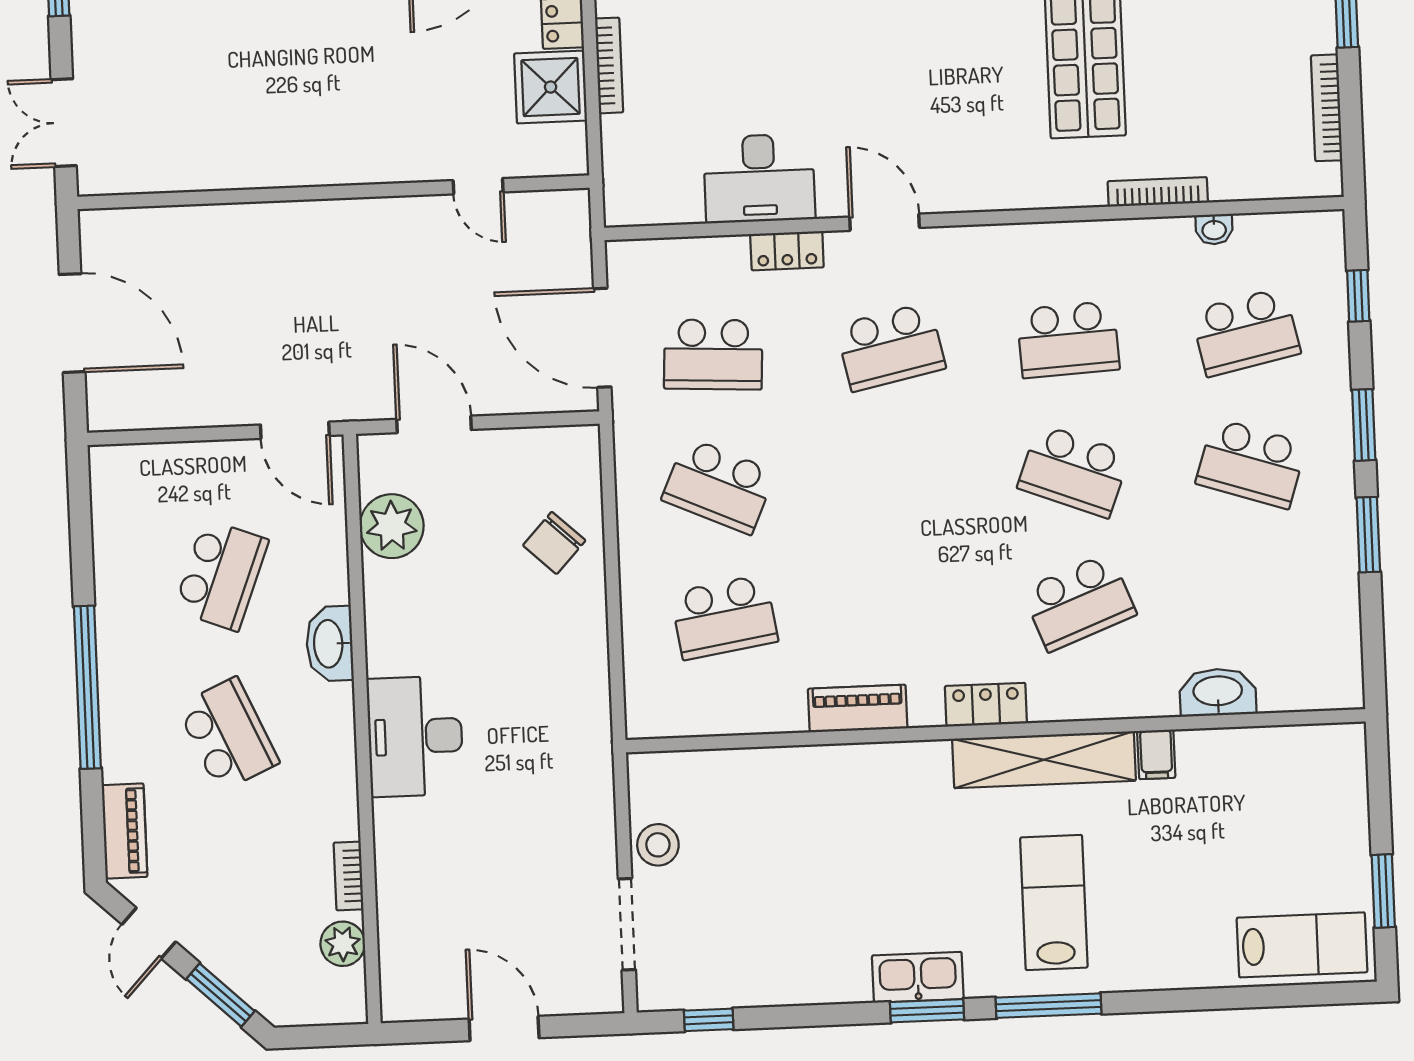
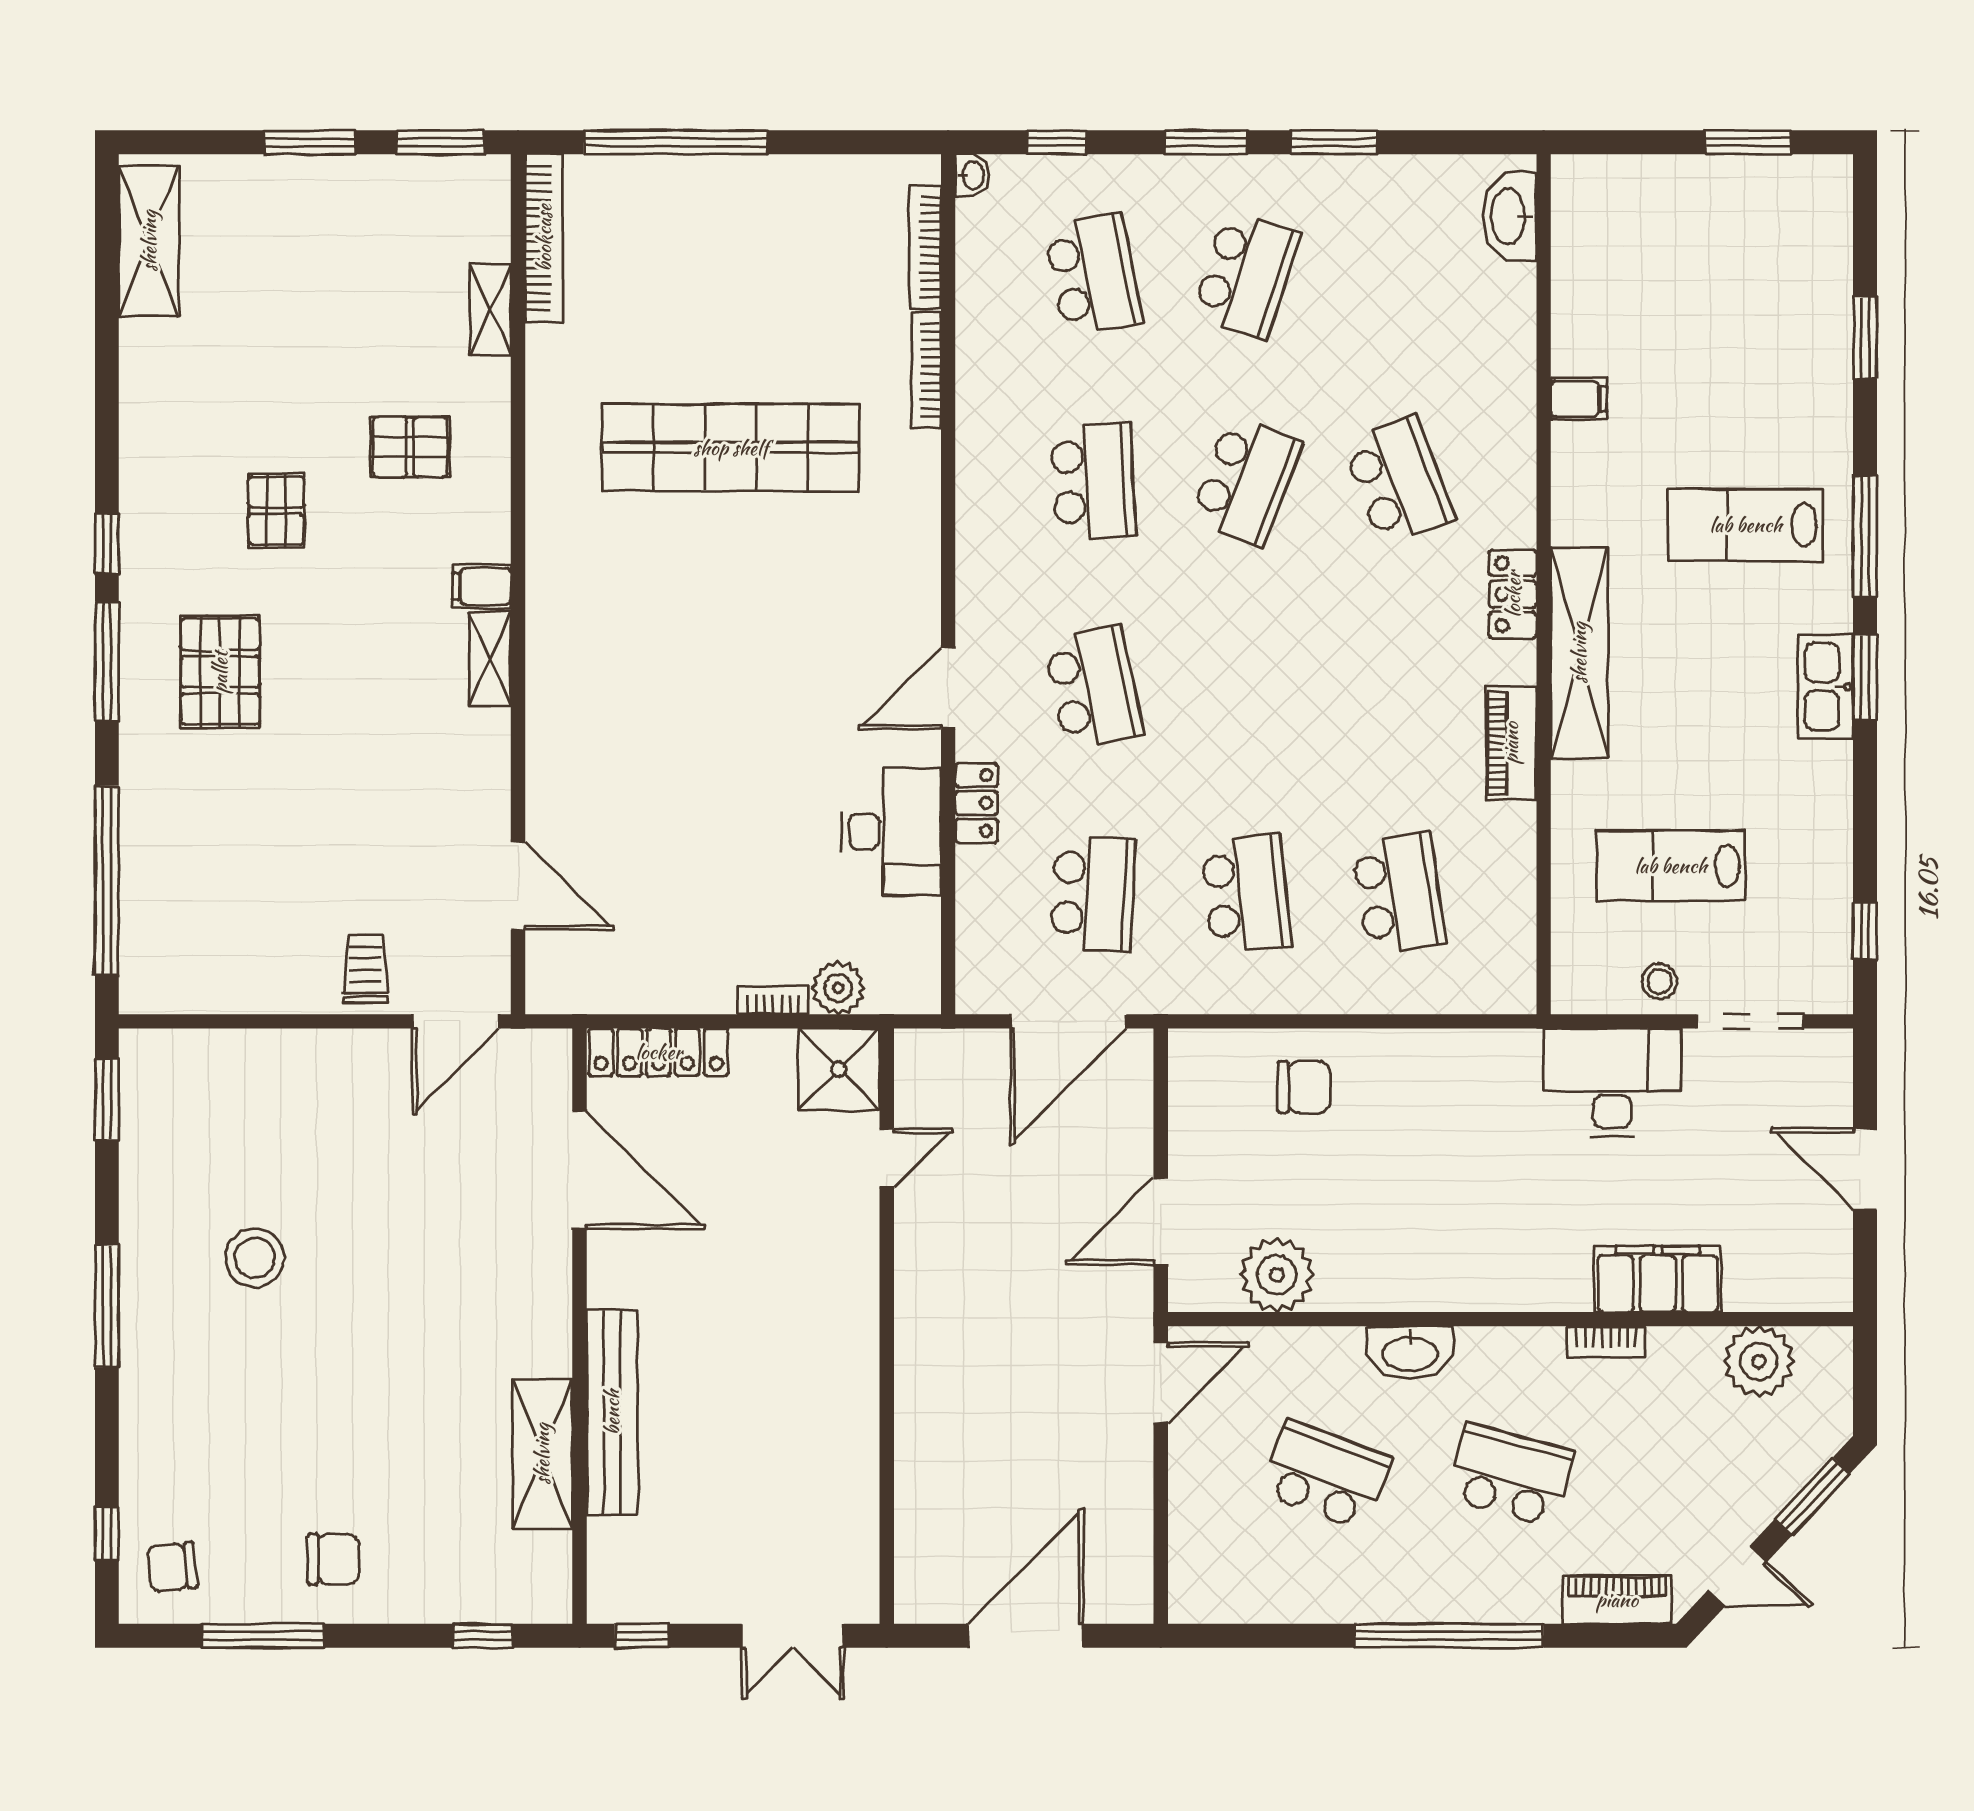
bookcase: (609, 65) -> (773, 1000), width x0.64
shower: (551, 87) -> (839, 1069), moved
bookcase: (1327, 108) -> (925, 247), moved, turned 90
plant: (623, 138) -> (838, 988), added
washbasin: (1214, 229) -> (972, 175), moved
school desk: (719, 486) -> (1246, 894), turned -30
chair: (554, 543) -> (1304, 1087), turned -43
washbasin: (1218, 692) -> (1510, 216), moved
school desk: (228, 734) -> (1511, 1475), turned 39
desk: (415, 736) -> (1612, 1083), moved, turned 180
shelving: (1044, 760) -> (1579, 653), moved
stool: (658, 845) -> (1659, 981), width x0.73, depth x0.73
filing cabinet: (402, 854) -> (1658, 1279), added
bookcase: (349, 876) -> (1606, 1342), moved
plant: (343, 944) -> (1759, 1361), width x1.36, depth x1.36
lab bench: (1302, 945) -> (1671, 866), moved, turned -90
window: (1219, 998) -> (1865, 338), added
door: (504, 1028) -> (1865, 1169), hinge flipped

